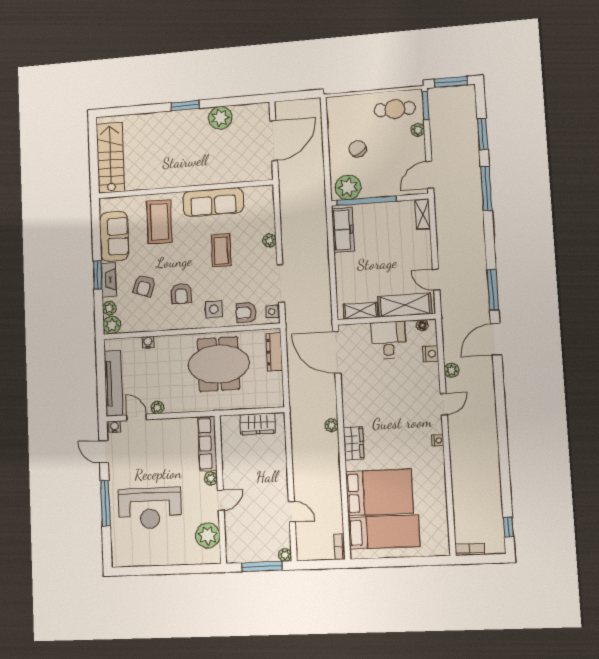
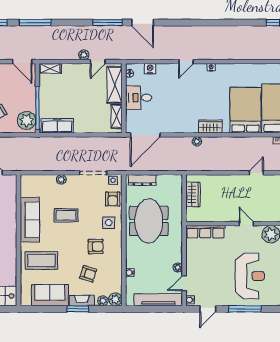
plant: (451, 370) -> (84, 55), moved
door: (444, 404) -> (186, 62), swing flipped
plant: (211, 478) -> (231, 230), removed

